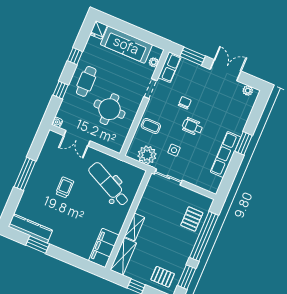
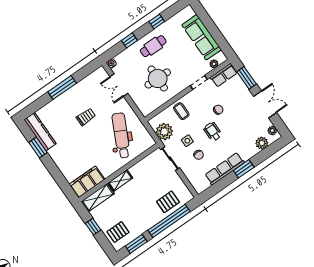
fridge: (98, 30) -> (187, 13), removed
plant: (245, 108) -> (262, 143), added
chair: (193, 157) -> (199, 155), added
pallet: (163, 277) -> (118, 232), turned 90

